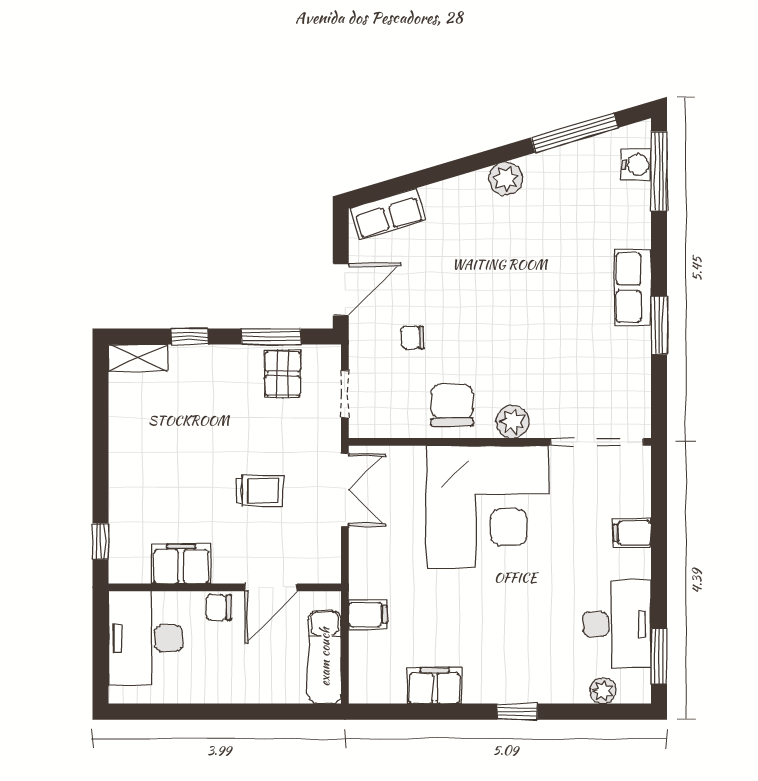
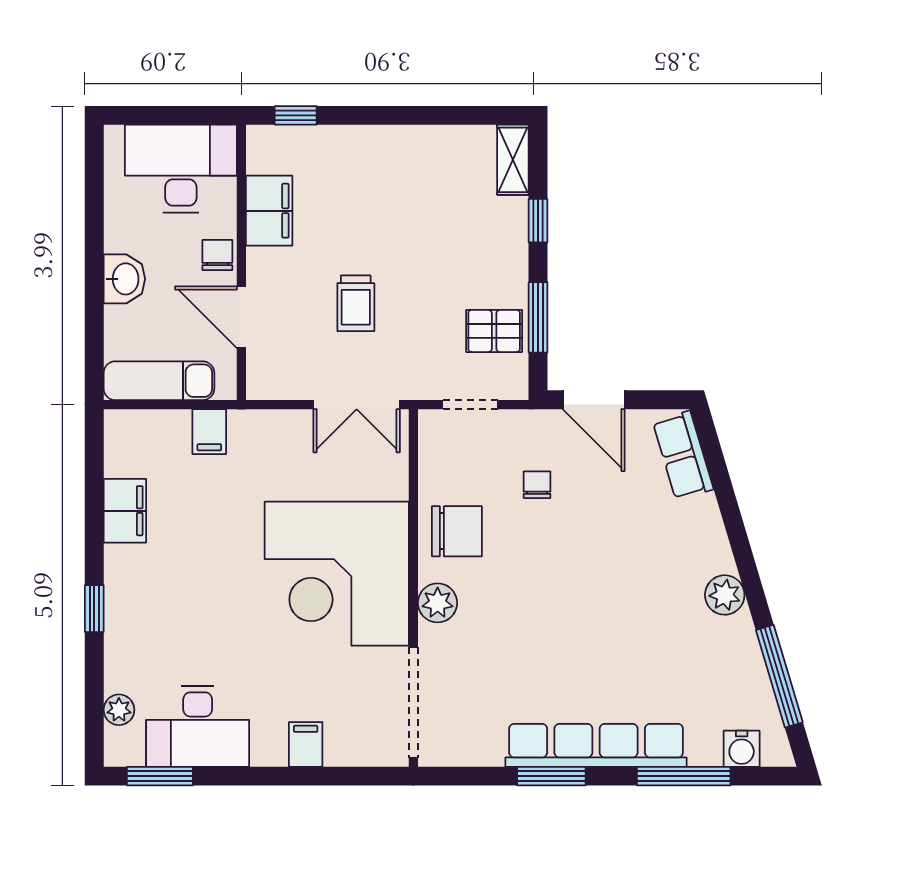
window: (659, 171) -> (684, 776), moved
row of seats: (633, 288) -> (596, 745), width x2.02
washbasin: (239, 686) -> (124, 279), added

